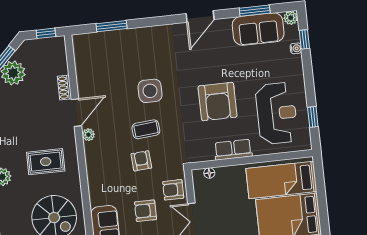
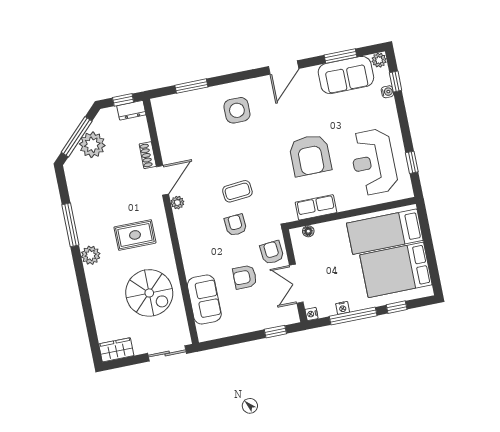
dresser: (53, 44) -> (131, 110), added
side table: (150, 91) -> (237, 110), moved
reception desk: (277, 113) -> (373, 162), turned 180
row of seats: (233, 150) -> (316, 207), moved
armchair: (173, 190) -> (272, 252), turned 85

